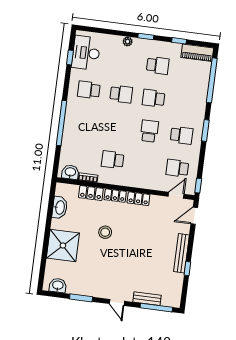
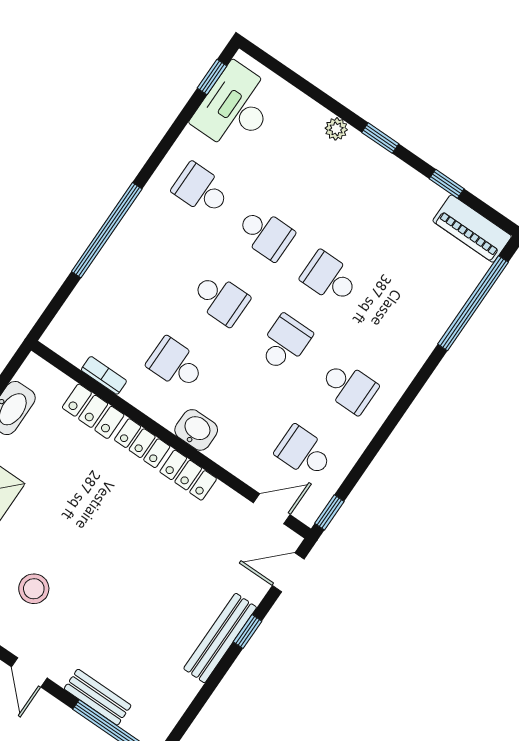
window: (70, 57) -> (212, 77), moved
school desk: (158, 65) -> (221, 299), moved
window: (205, 130) -> (405, 403), removed
washbasin: (70, 172) -> (196, 430), moved
stool: (105, 232) -> (34, 589), moved
window: (187, 269) -> (247, 631), moved

